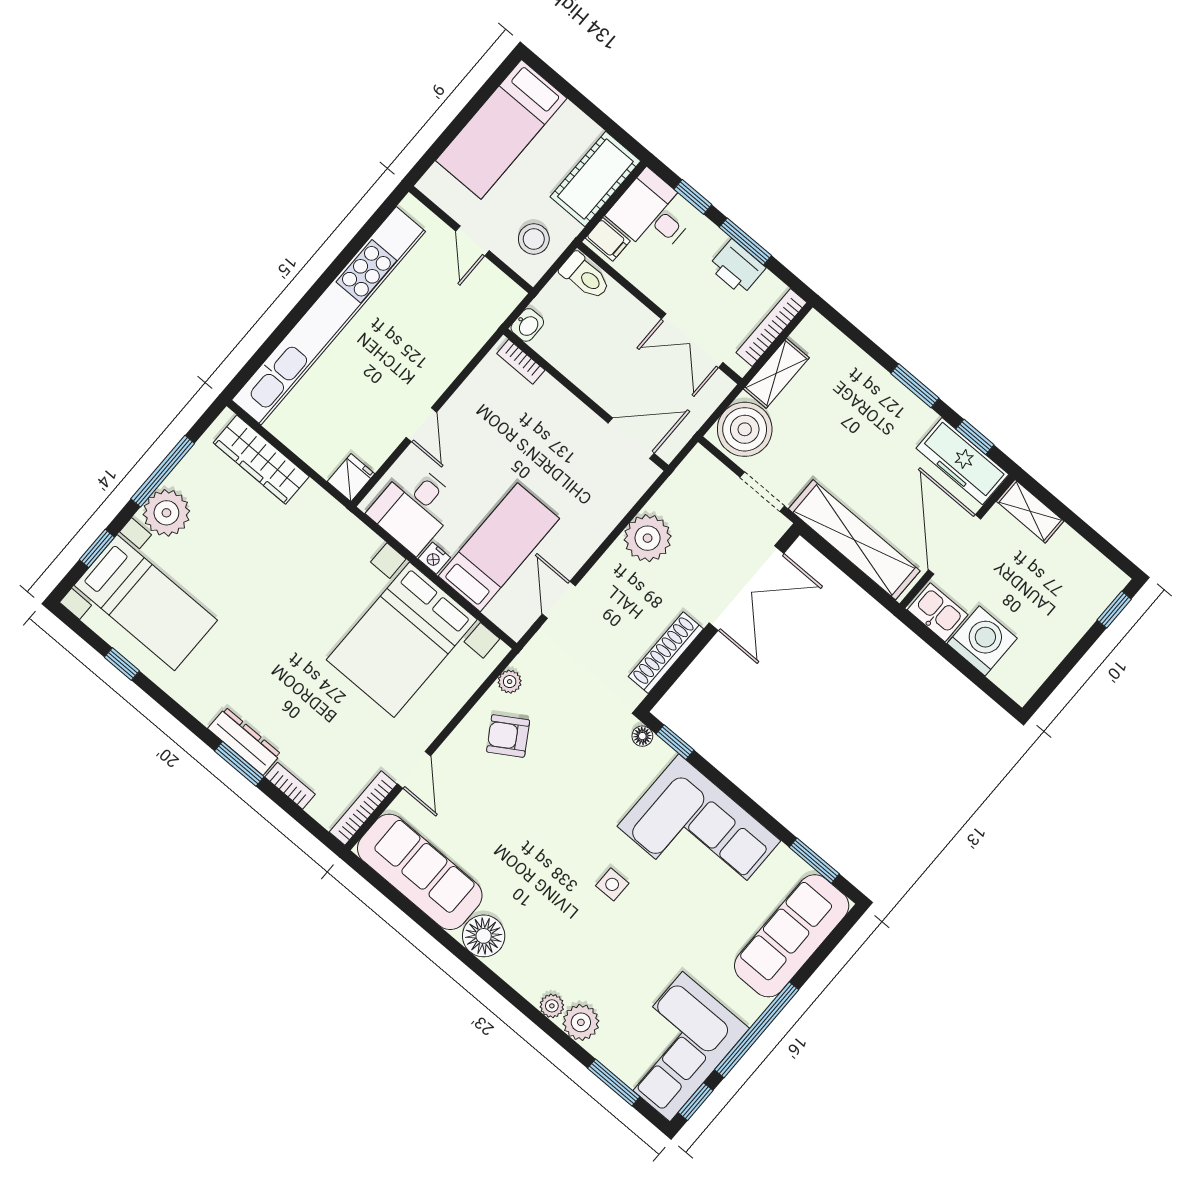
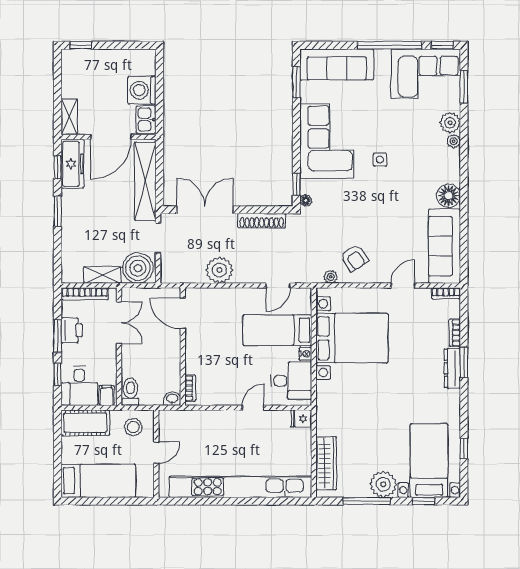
bookcase: (363, 808) -> (446, 293), width x0.64

